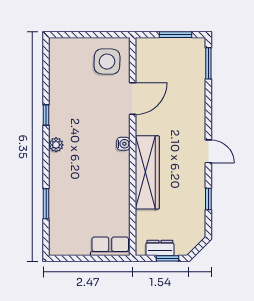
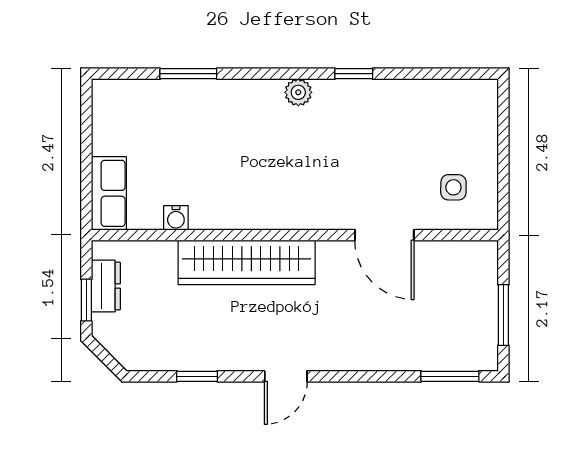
side table: (107, 62) -> (453, 187), width x0.54, depth x0.54
water cooler: (123, 144) -> (176, 218), moved

